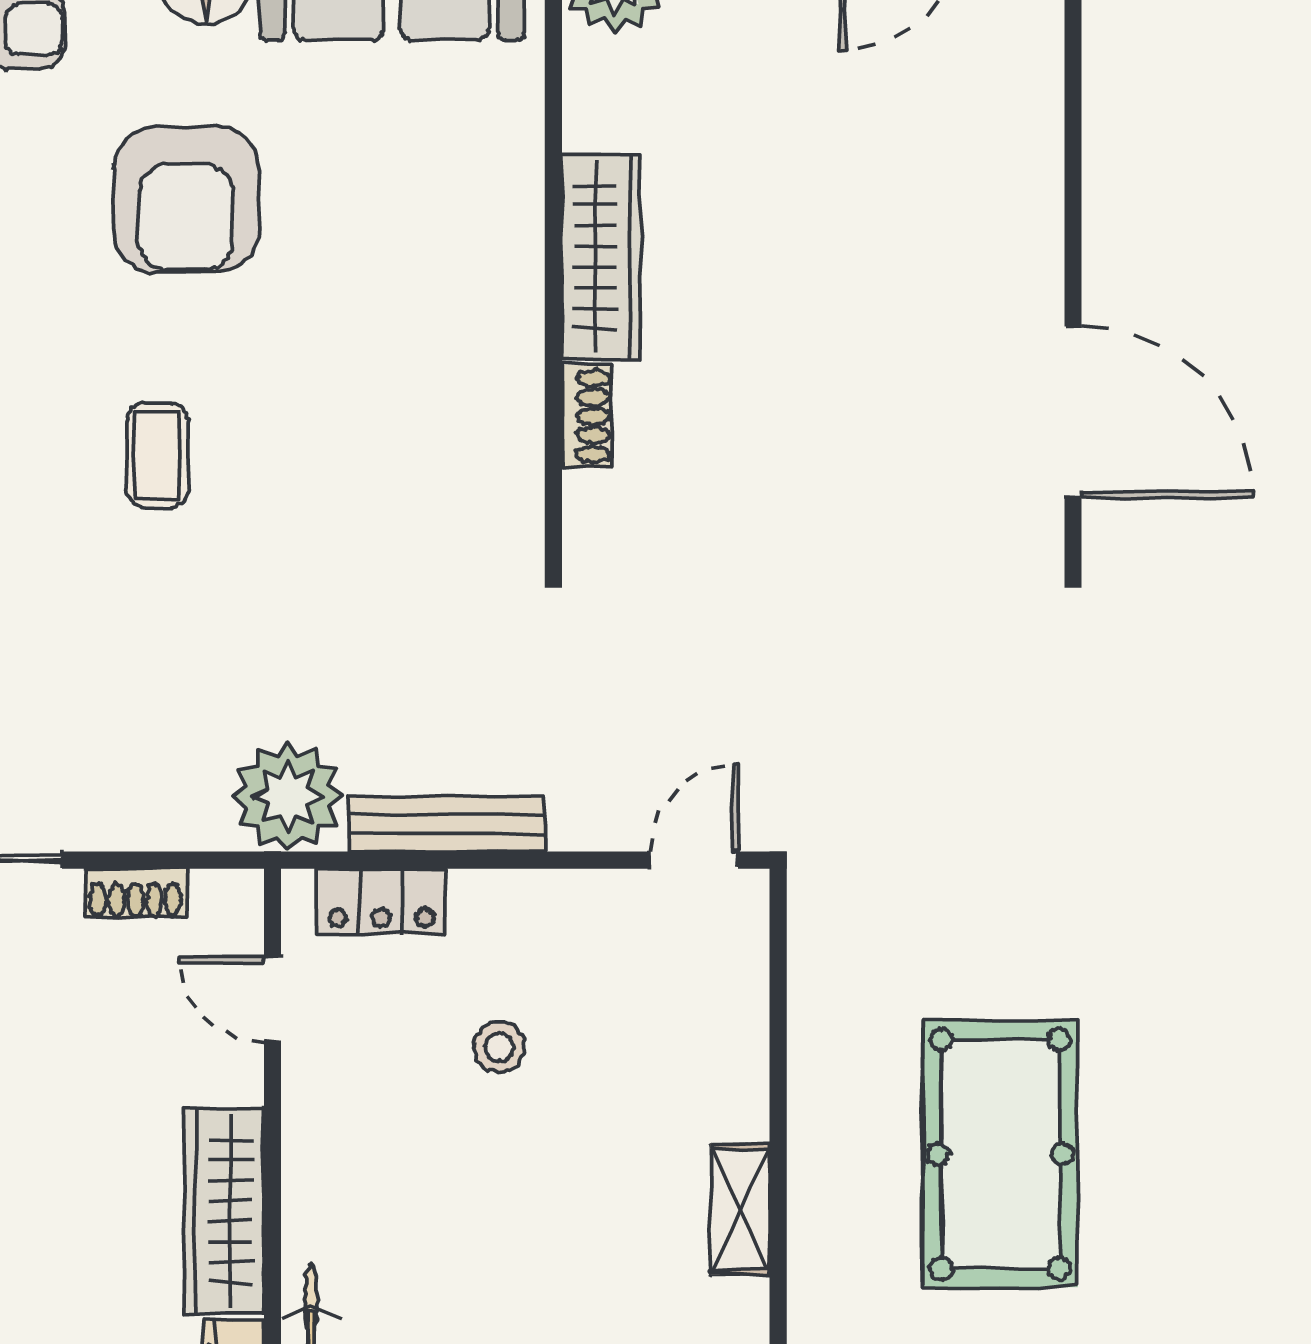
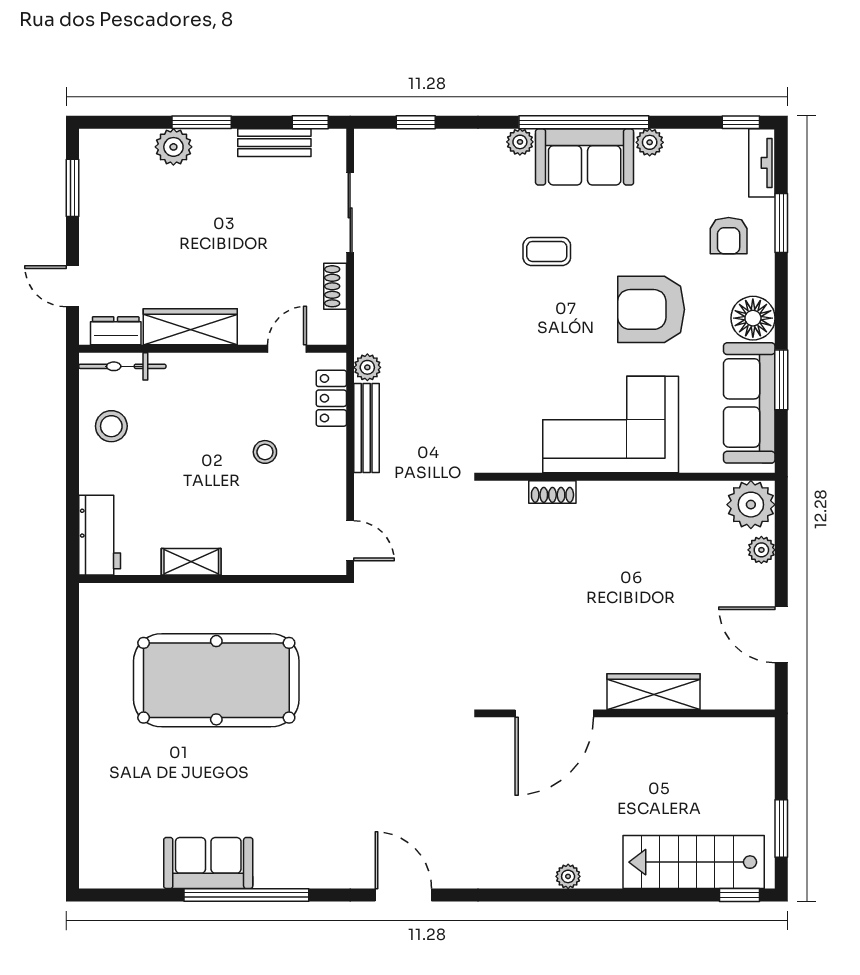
wardrobe: (601, 257) -> (654, 692), moved, turned 180
corner sofa: (439, 288) -> (611, 424), added
coffee table: (158, 455) -> (547, 251), moved
plant: (288, 797) -> (367, 367), width x0.53, depth x0.53
pool table: (1000, 1154) -> (216, 680), width x1.36, depth x1.32

